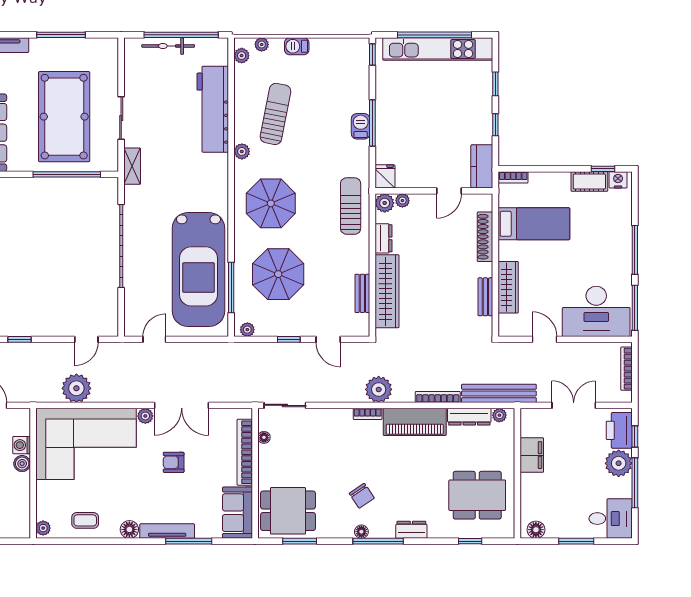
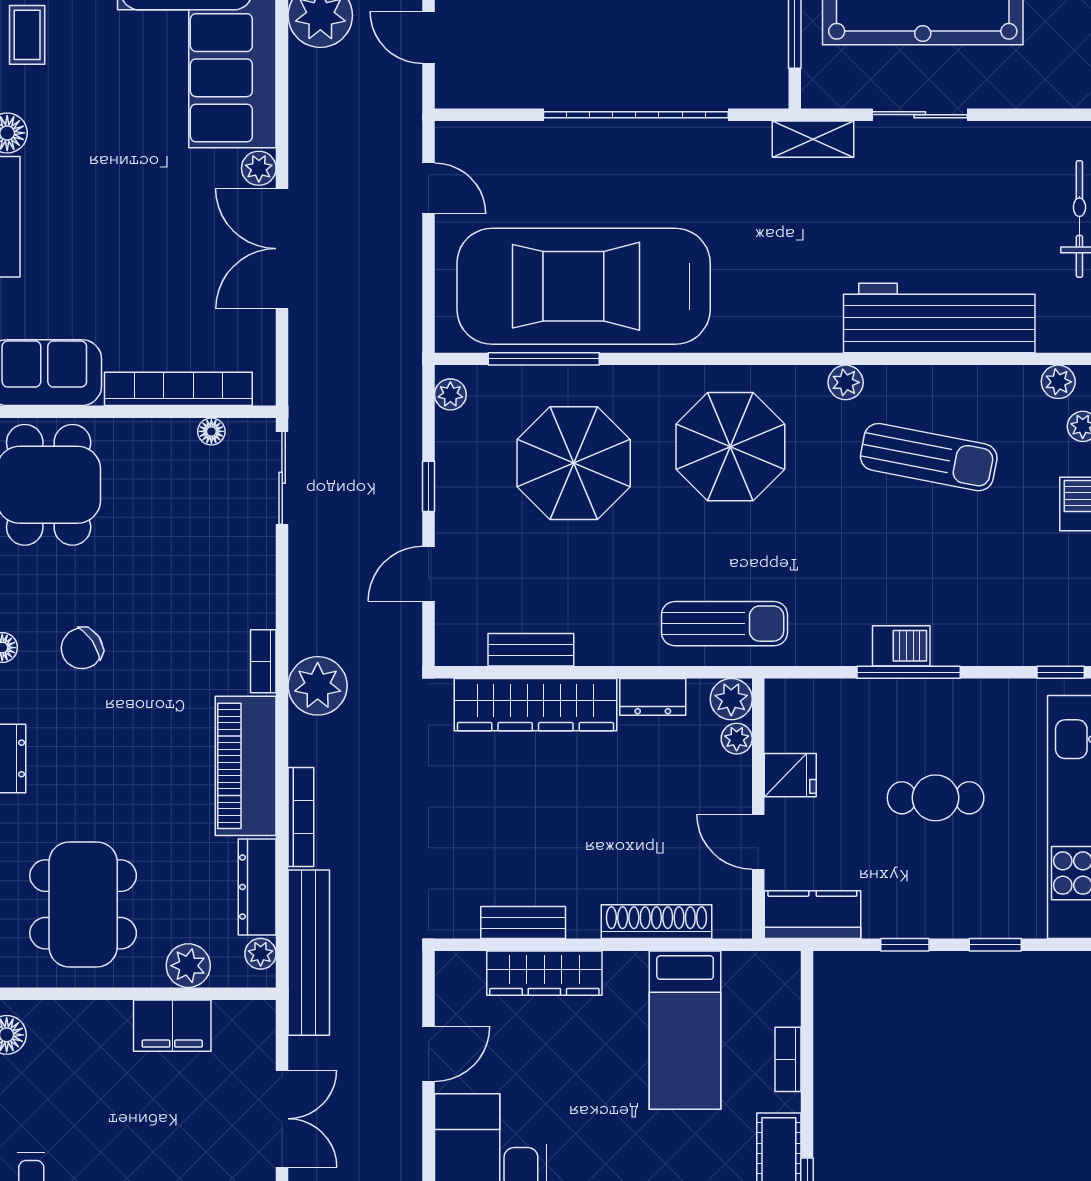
cafe table: (429, 111) -> (936, 798), added
fridge: (385, 176) -> (790, 775), moved
bookcase: (513, 177) -> (788, 1059), moved
plant: (505, 448) -> (188, 966), added
armchair: (174, 462) -> (156, 231), removed

